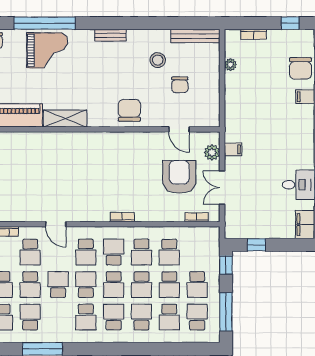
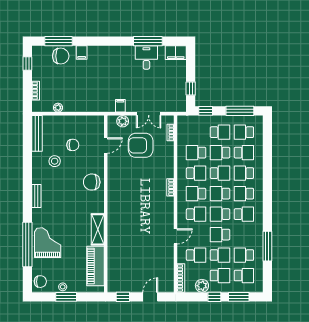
school desk: (169, 252) -> (196, 153), turned 180
school desk: (114, 285) -> (220, 194), turned 180
school desk: (169, 285) -> (220, 153), turned 180

